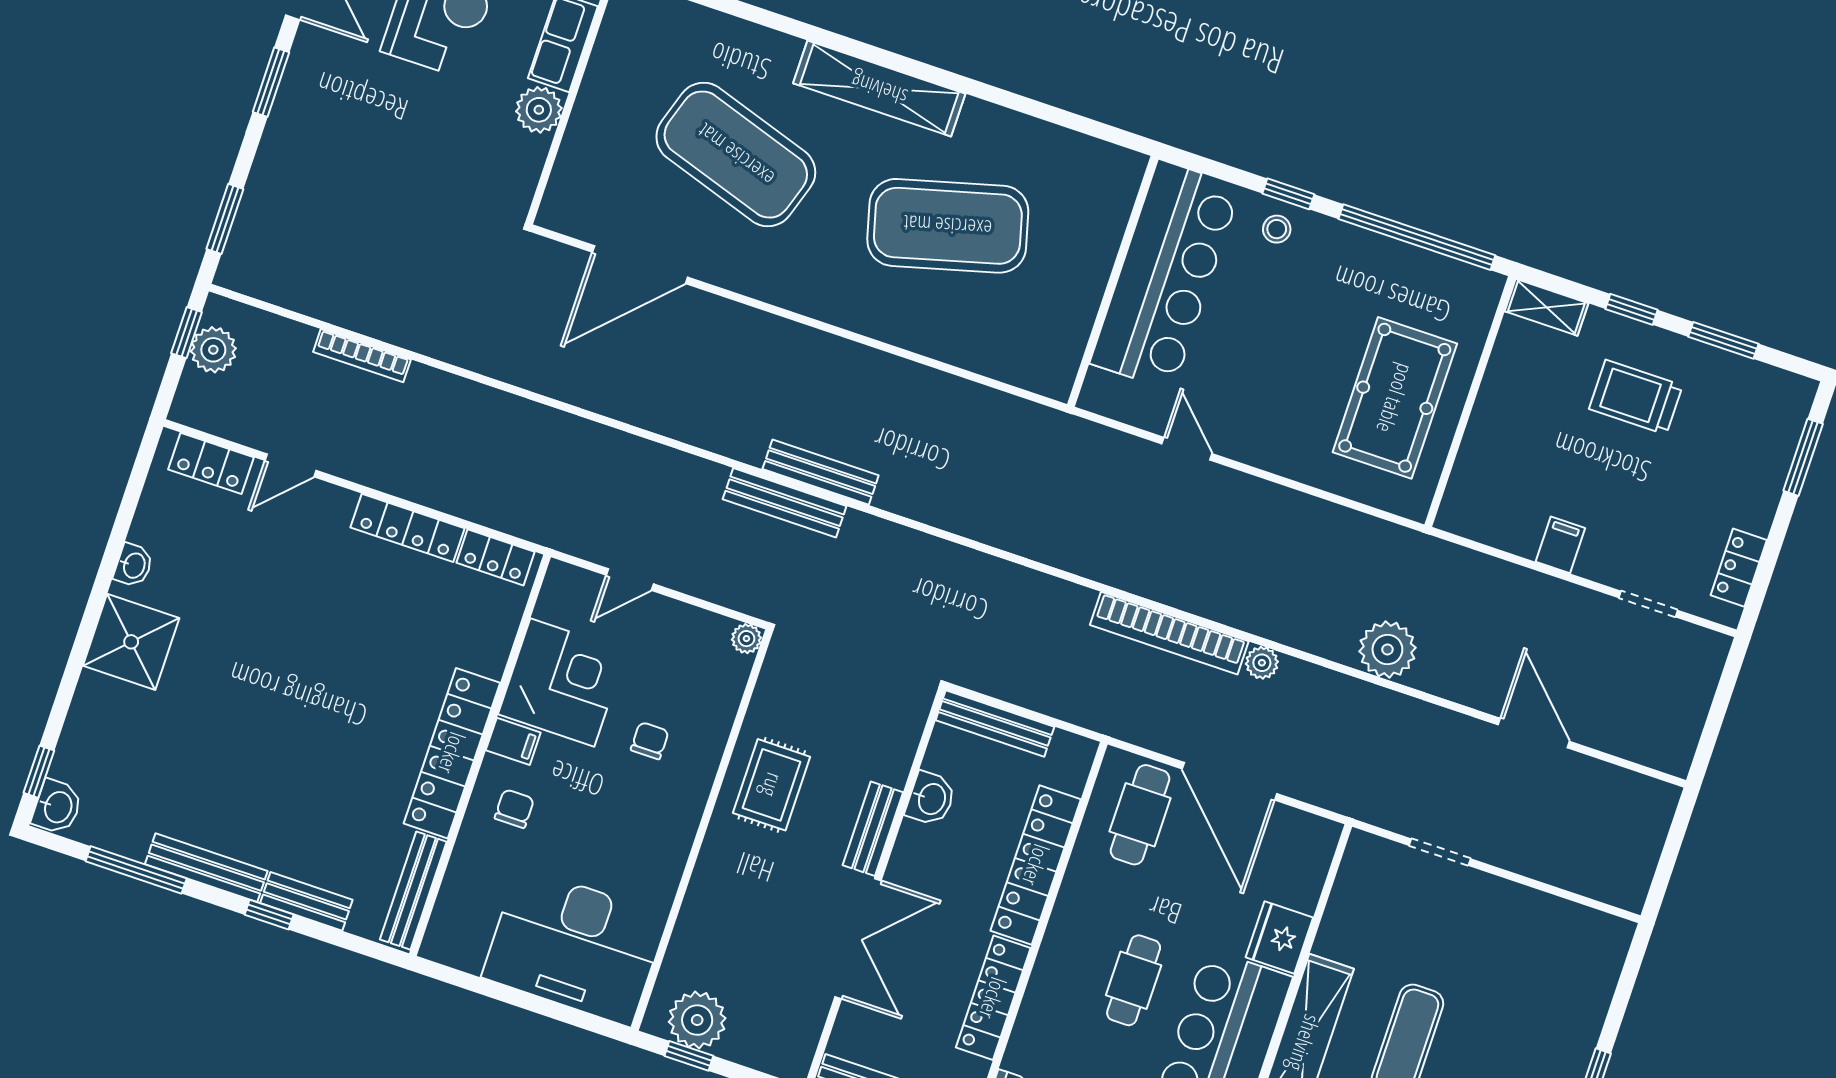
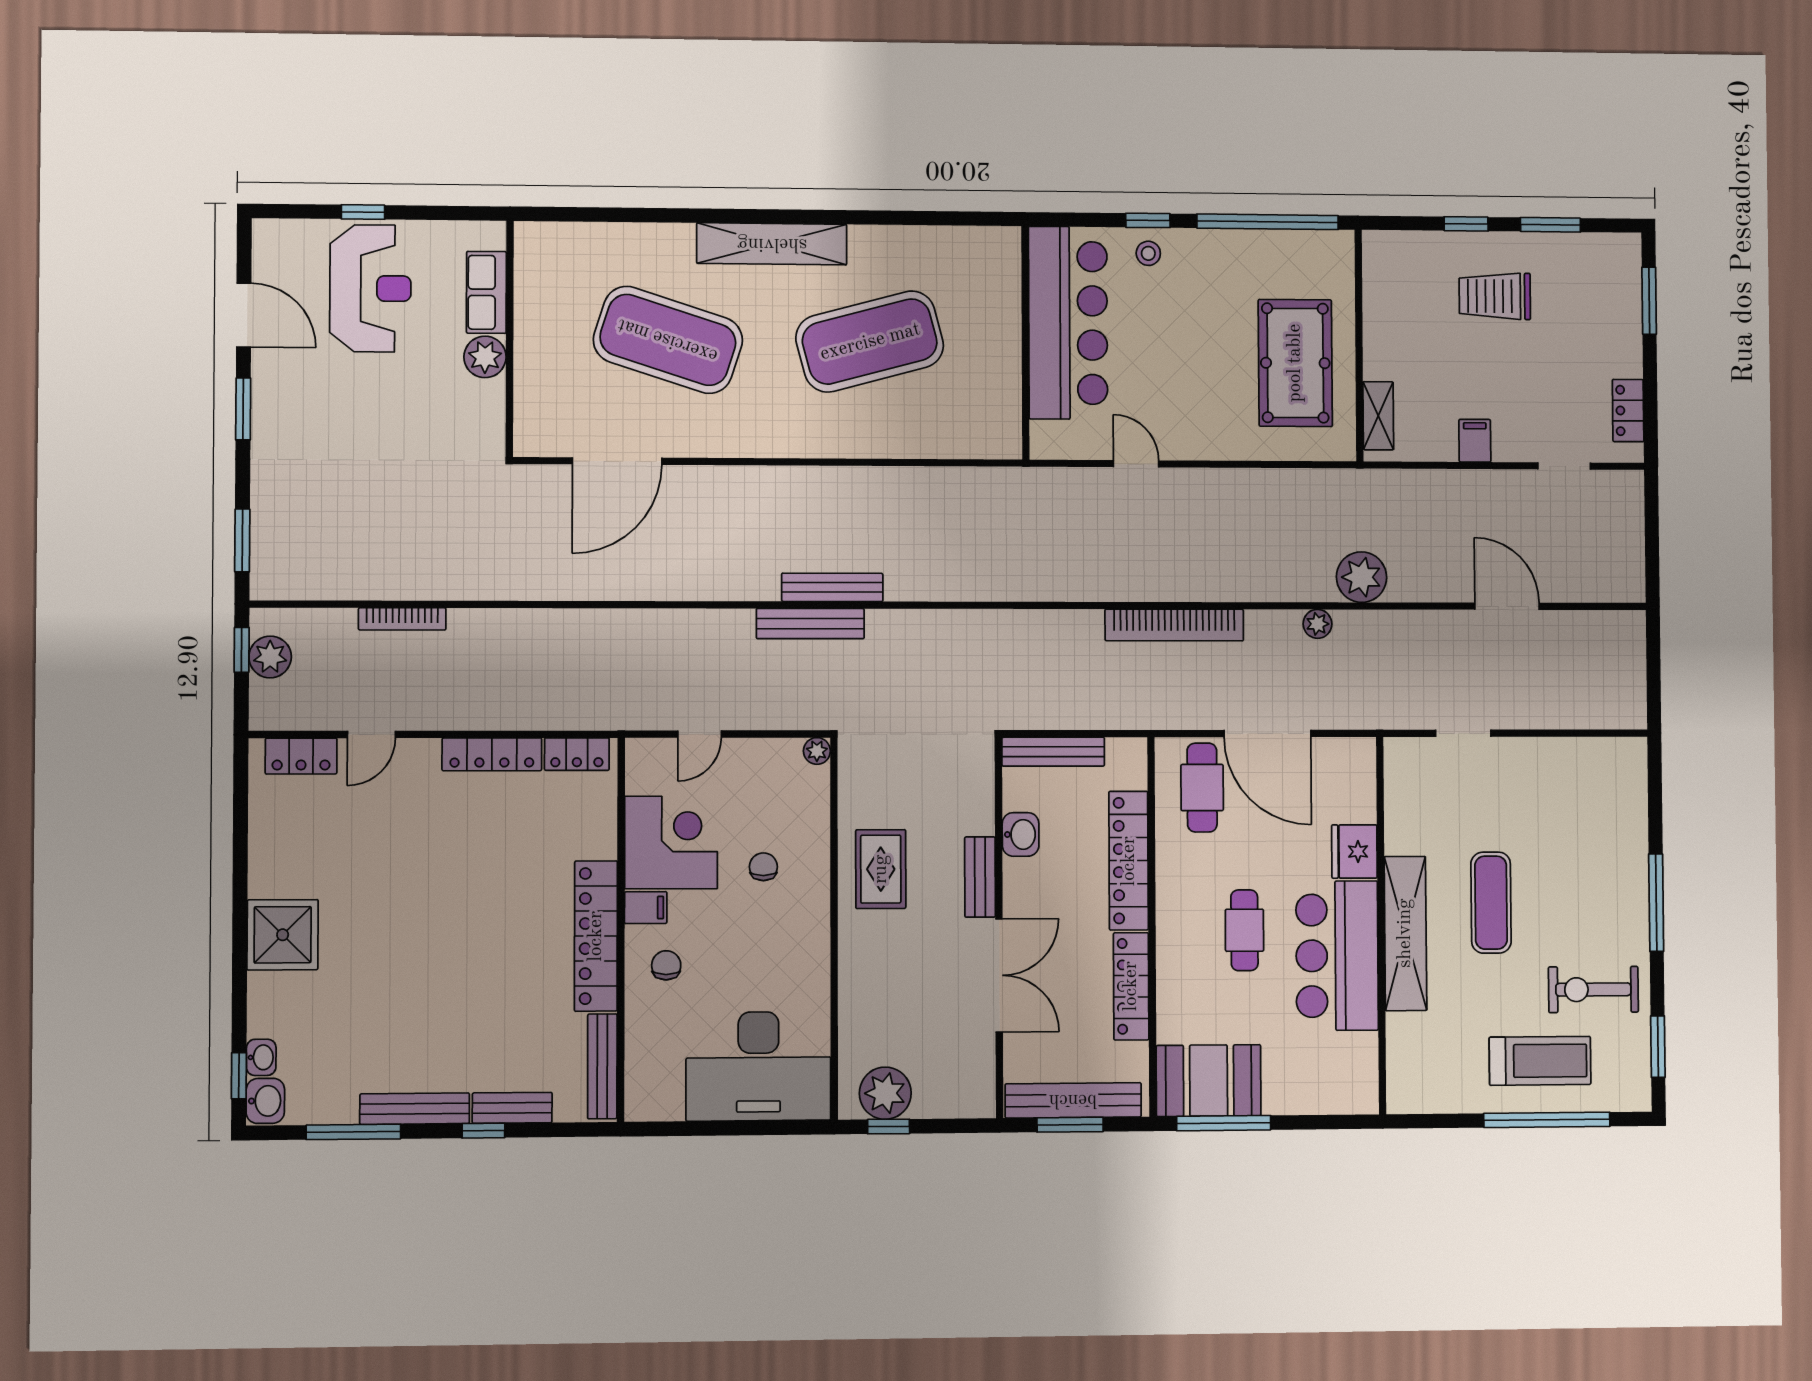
shelving: (1546, 307) -> (1378, 416), moved, turned 90
washbasin: (133, 565) -> (261, 1057), moved
plant: (1262, 663) -> (1317, 624), moved

